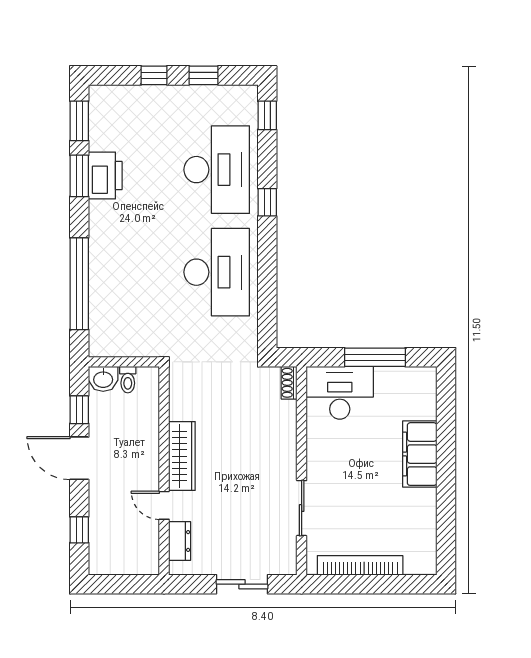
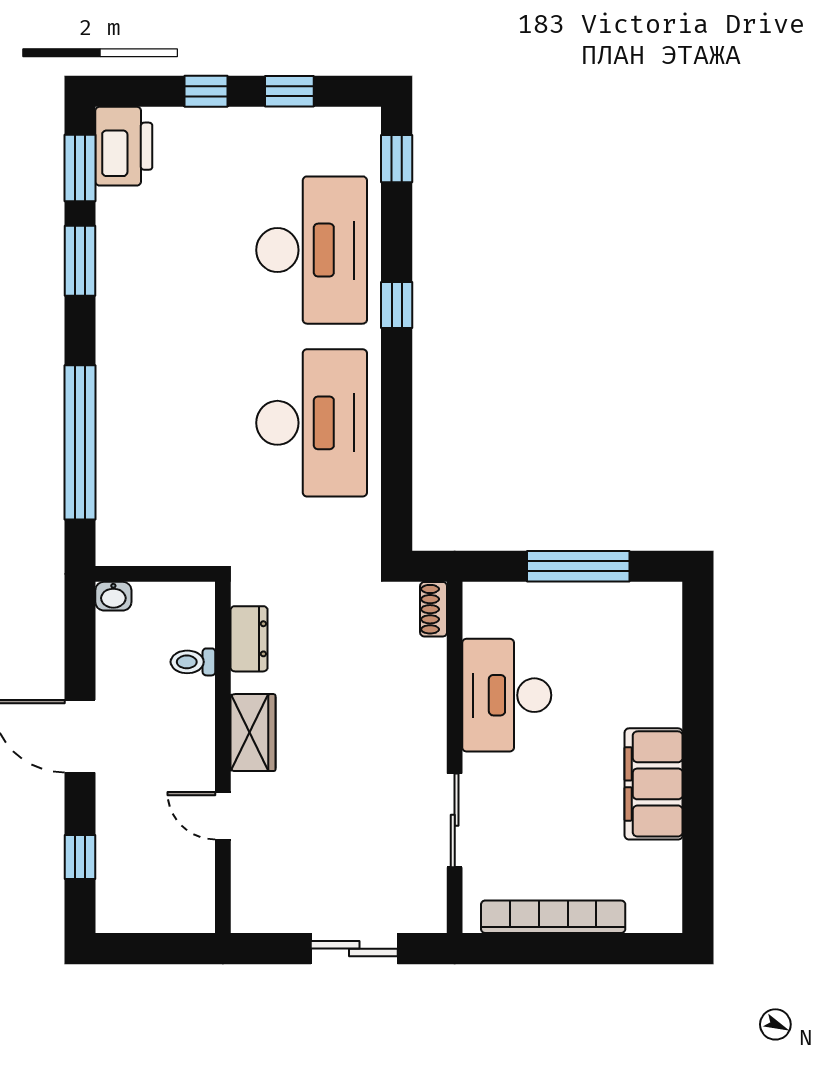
printer: (105, 176) -> (124, 146), moved
washbasin: (103, 379) -> (113, 596), width x0.72, depth x0.69
toilet: (128, 380) -> (193, 662), moved, turned 90
desk: (340, 393) -> (507, 695), moved, turned -90
window: (79, 410) -> (80, 654), removed
filing cabinet: (420, 454) -> (654, 784), moved
wardrobe: (182, 456) -> (253, 733), width x0.67
dresser: (180, 541) -> (249, 639), moved

